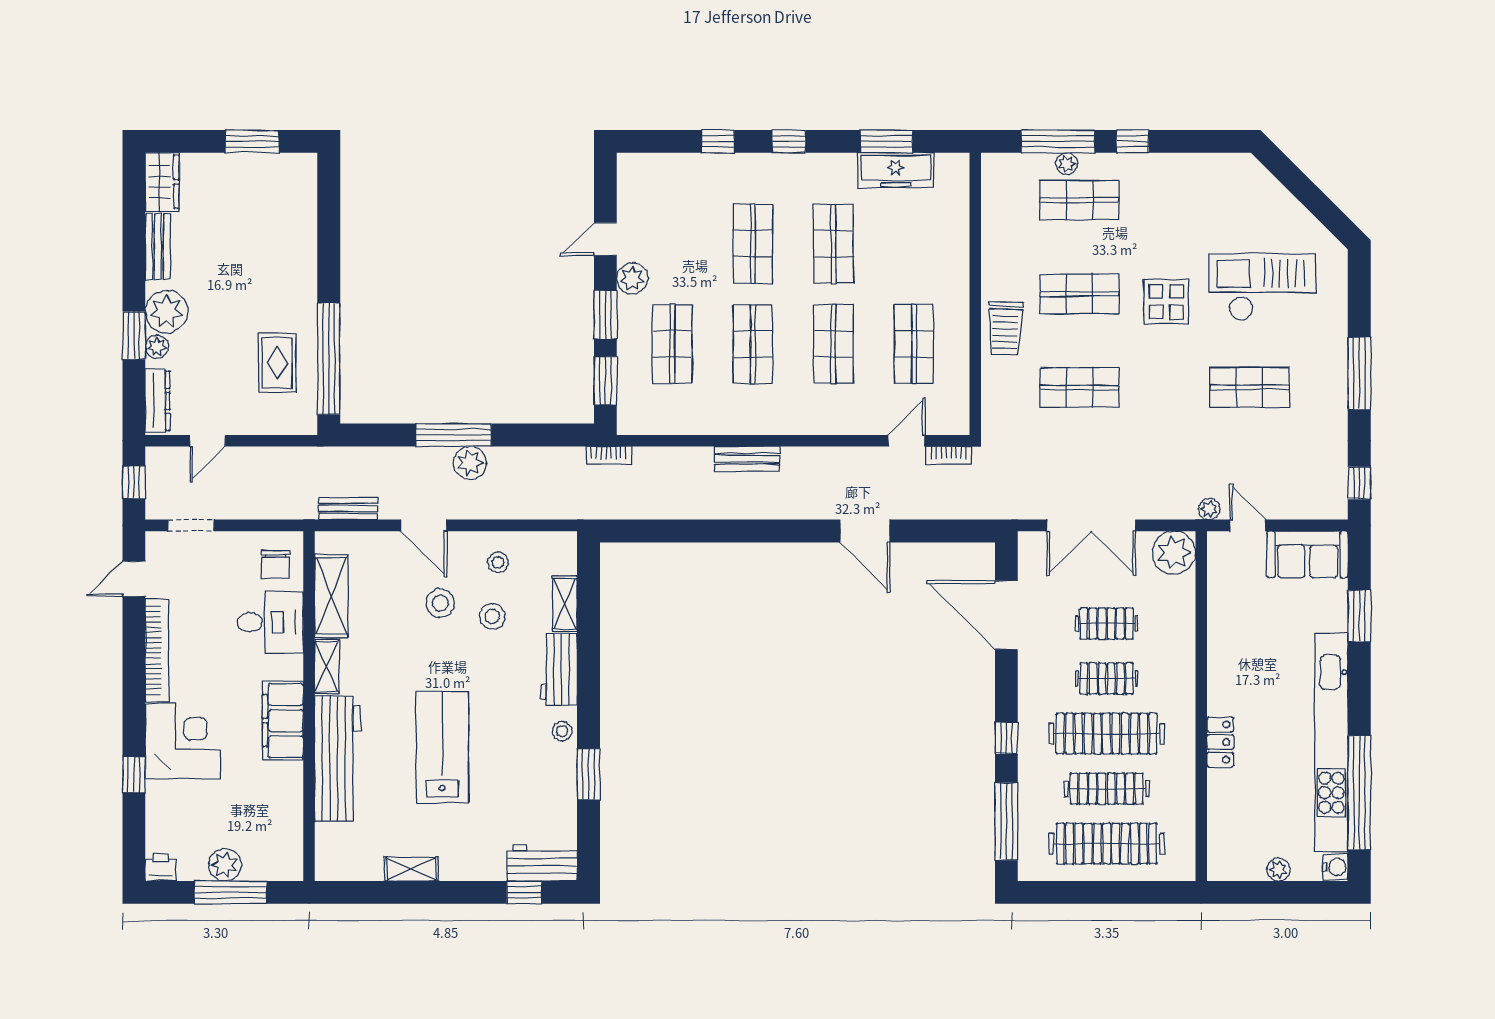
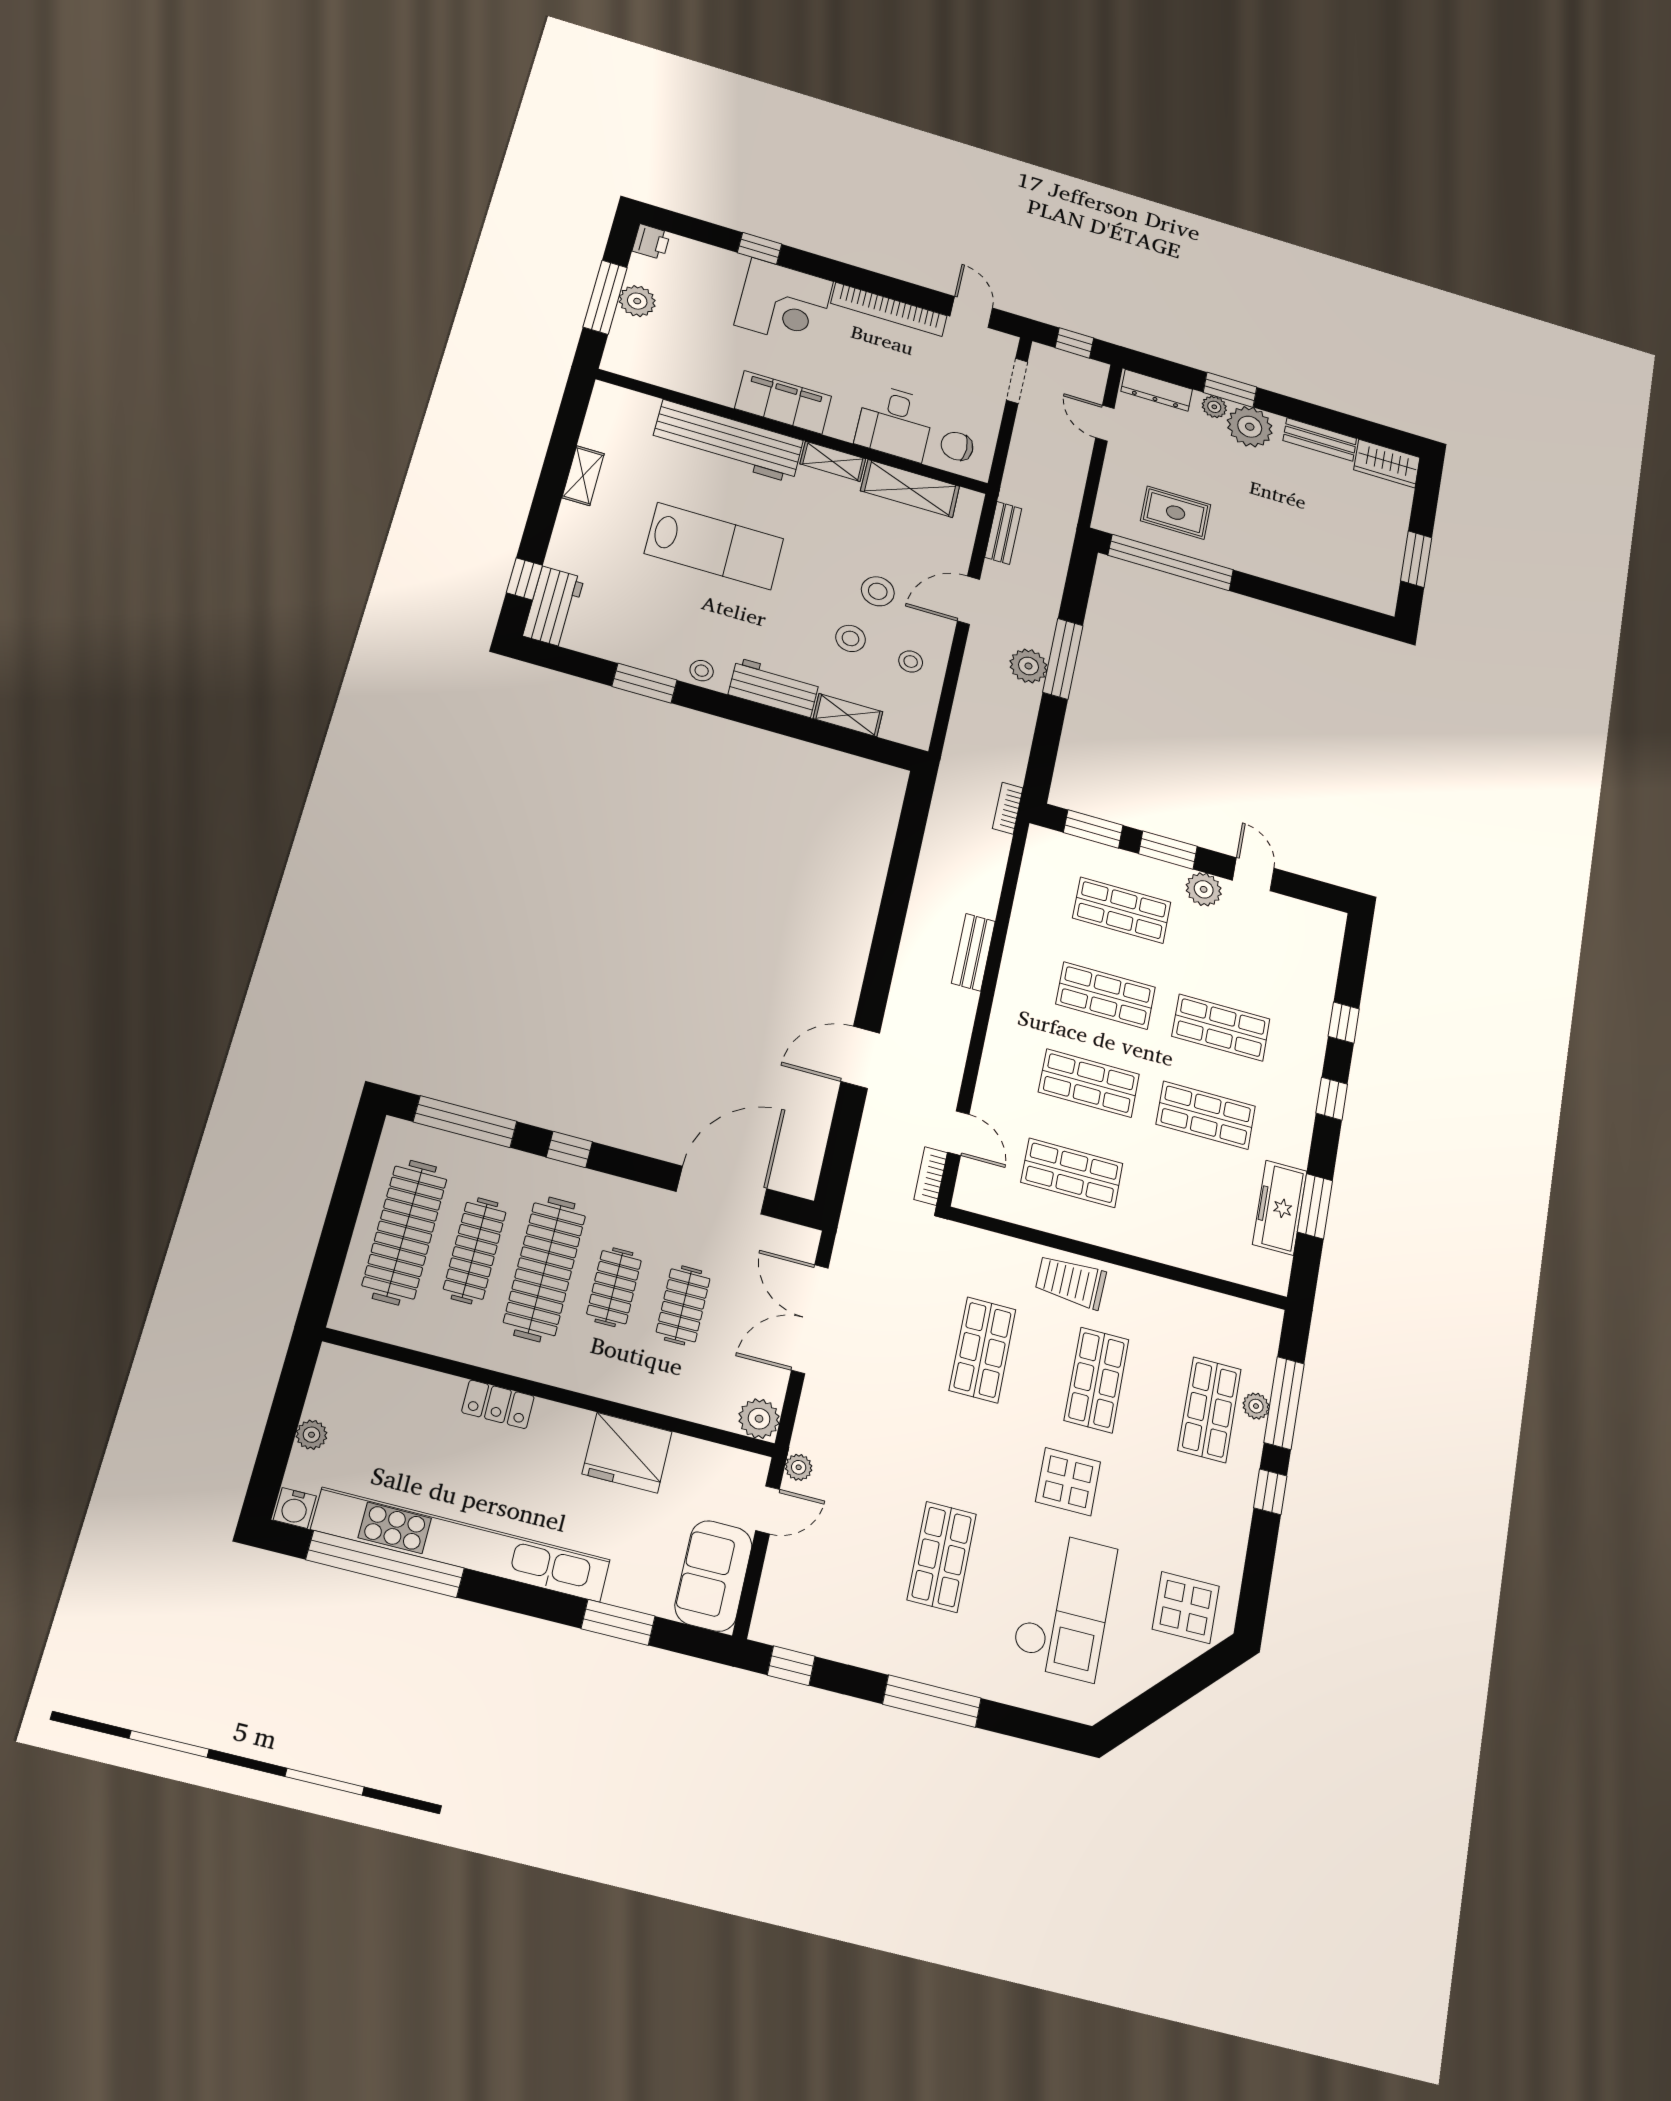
display table: (1240, 193) -> (1186, 1608), added
plant: (1174, 553) -> (759, 1419), width x0.73, depth x0.73
fridge: (1232, 639) -> (627, 1453), added

